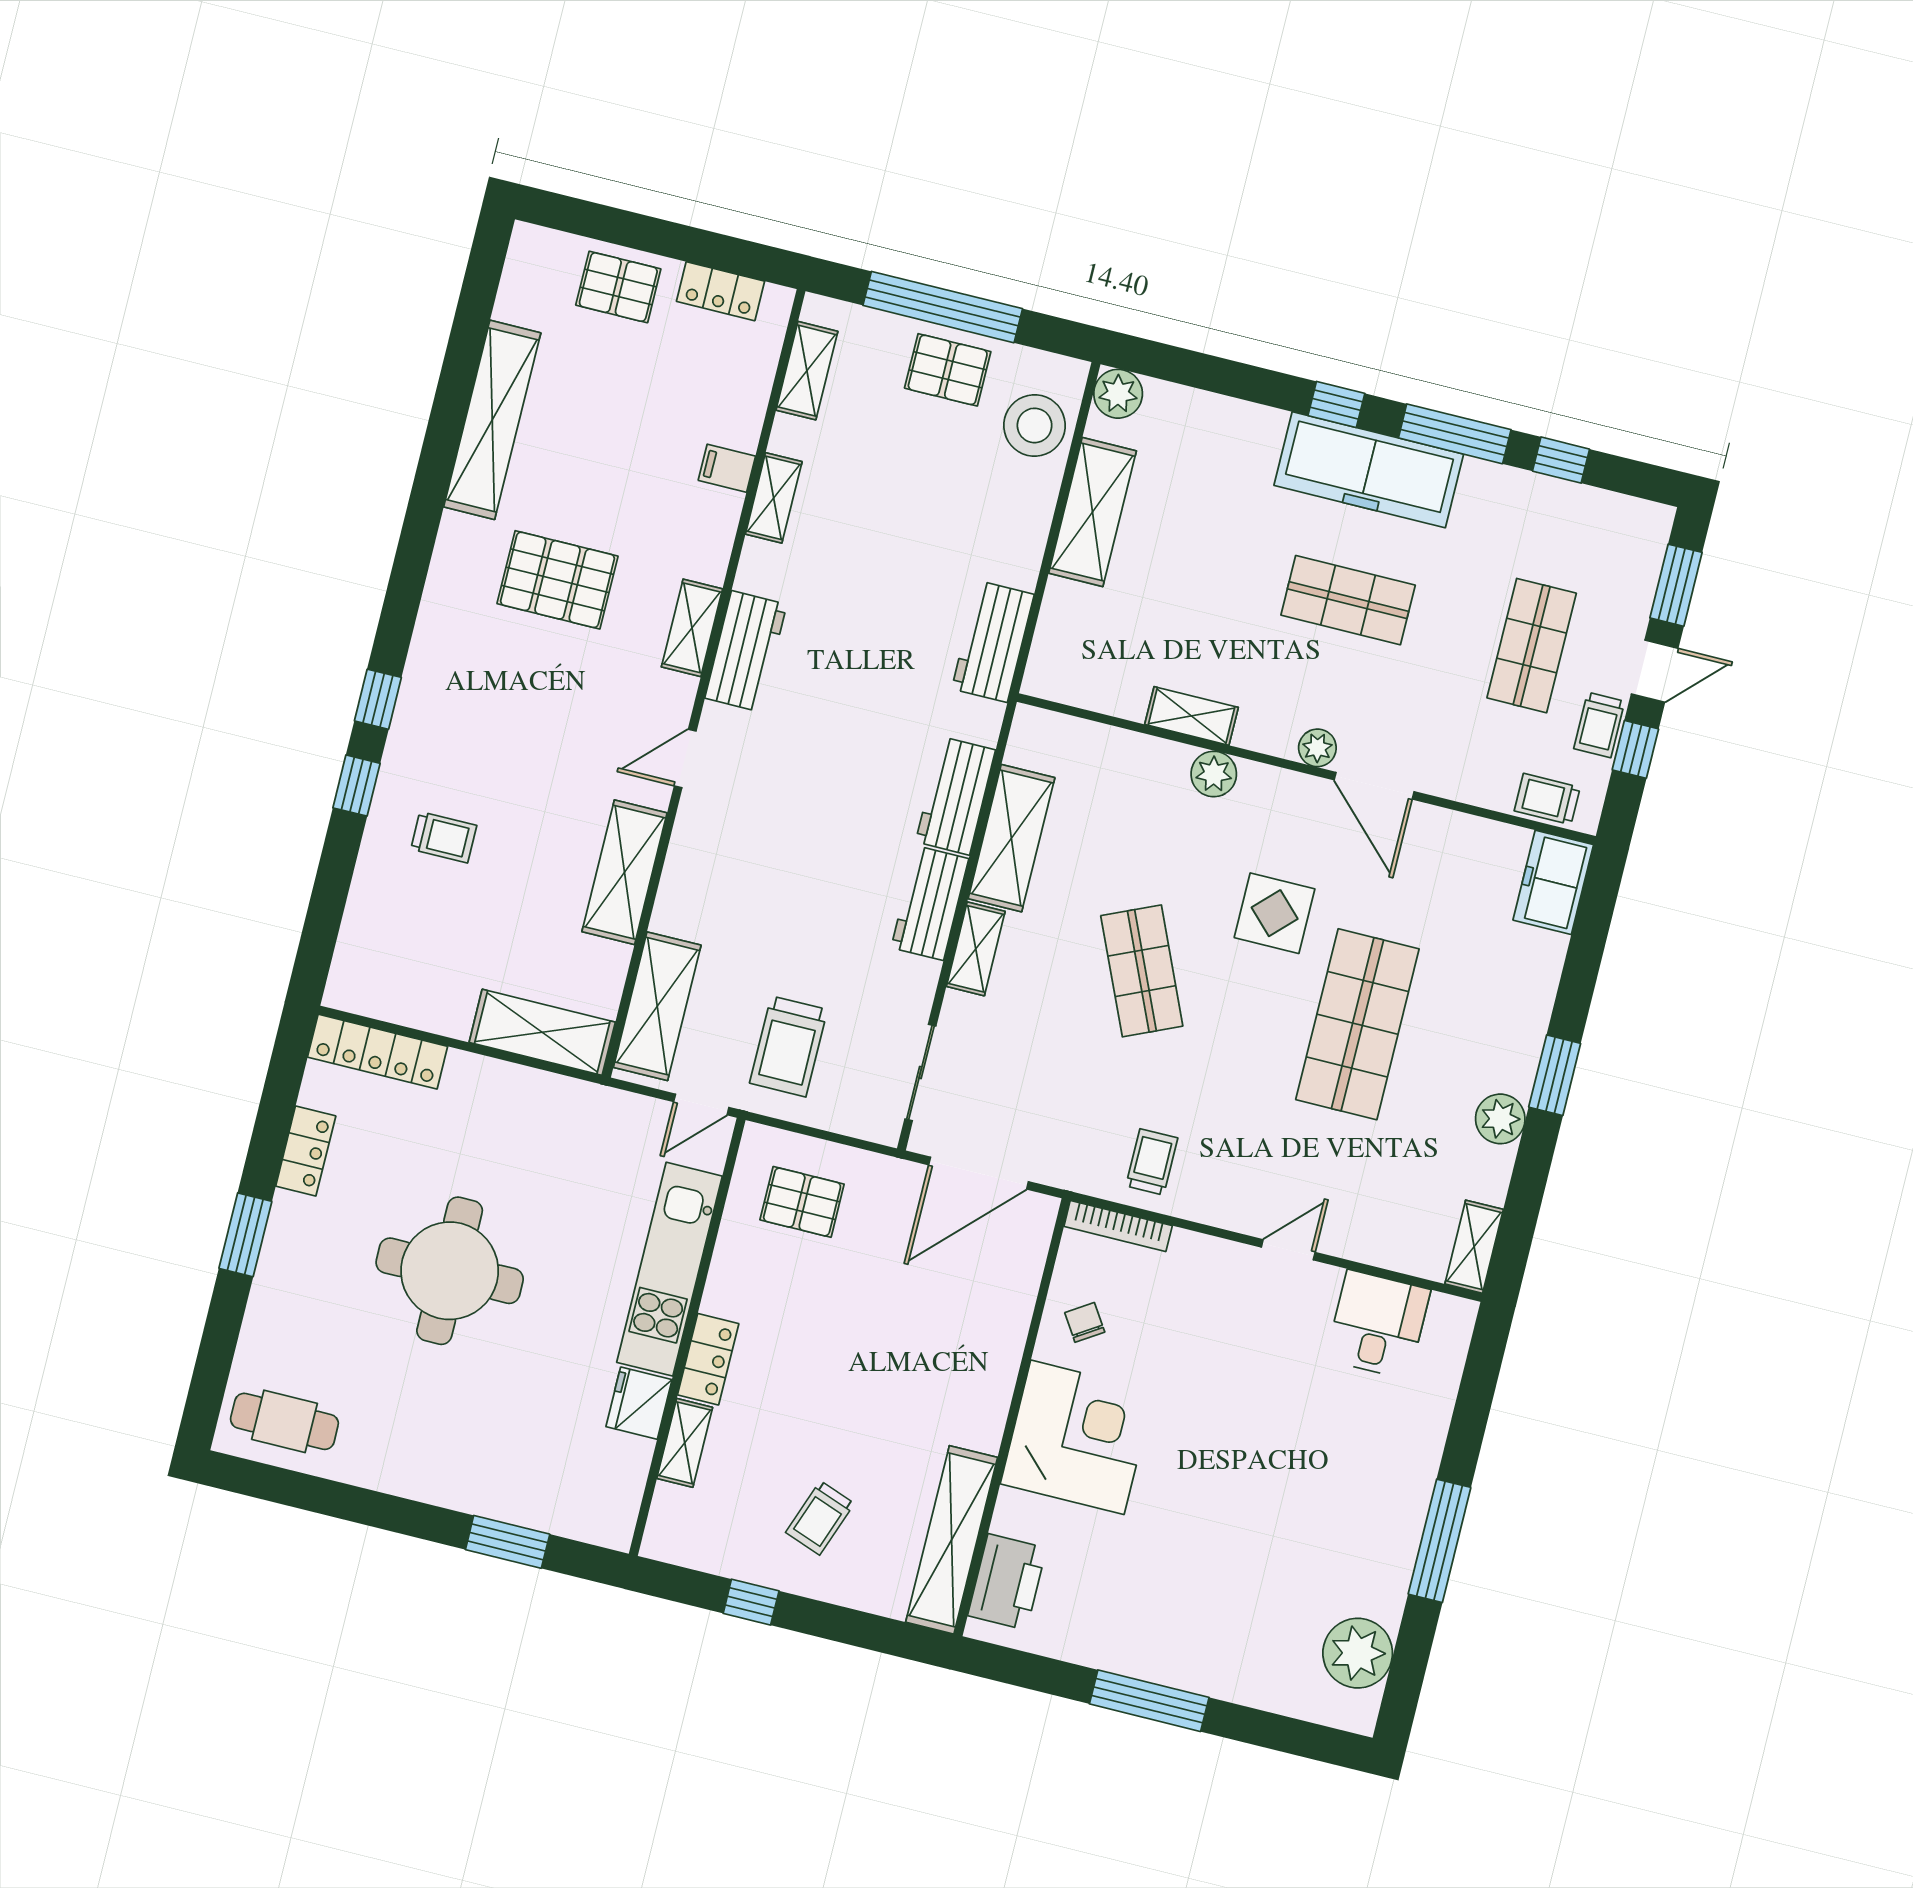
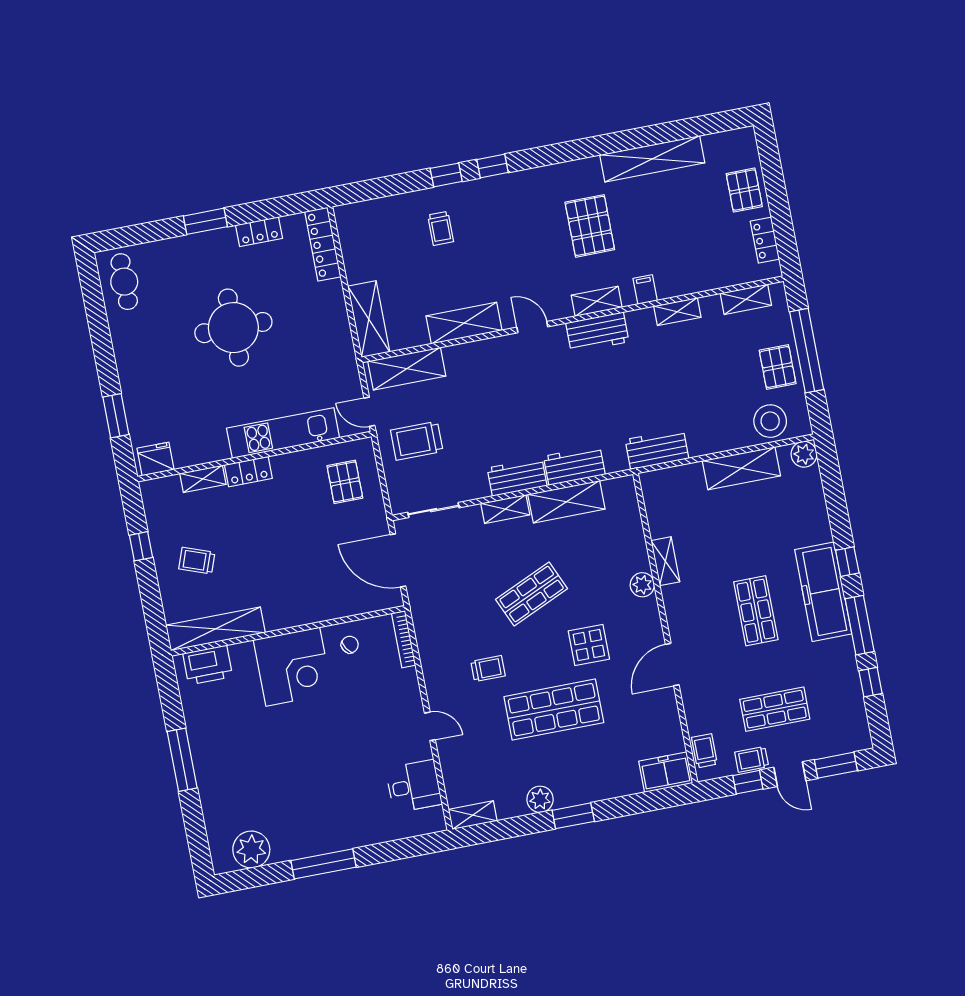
filing cabinet: (727, 468) -> (645, 290), moved
plant: (1317, 748) -> (678, 629), removed
trolley: (1152, 1162) -> (488, 669), moved
fridge: (639, 1403) -> (156, 459), moved

